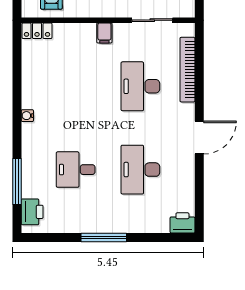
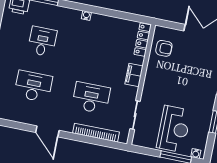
locker: (37, 31) -> (143, 40), width x1.53
filing cabinet: (104, 33) -> (134, 75), width x2.00

